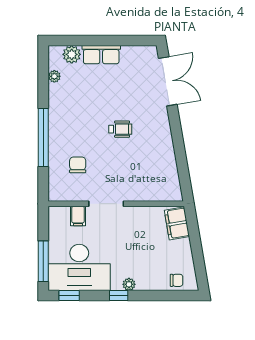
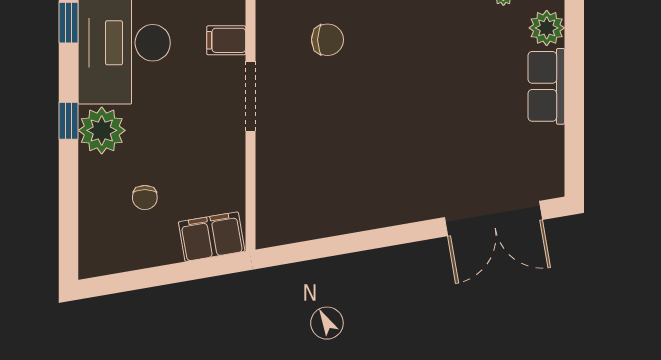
wheelchair: (120, 129) -> (398, 124), removed
chair: (176, 280) -> (145, 198), moved
plant: (129, 284) -> (102, 130), width x1.88, depth x1.88

